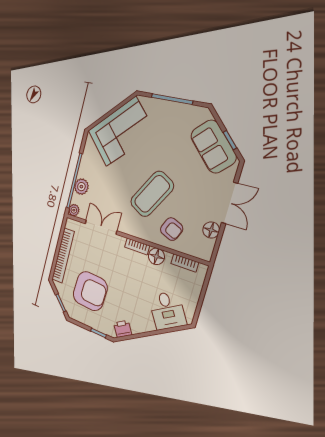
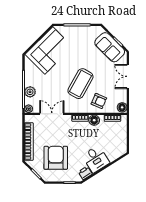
double door: (230, 203) -> (128, 76), swing flipped
floor lamp: (211, 230) -> (122, 107), moved
armchair: (90, 291) -> (56, 158), turned -93
desk: (167, 310) -> (96, 159), moved

